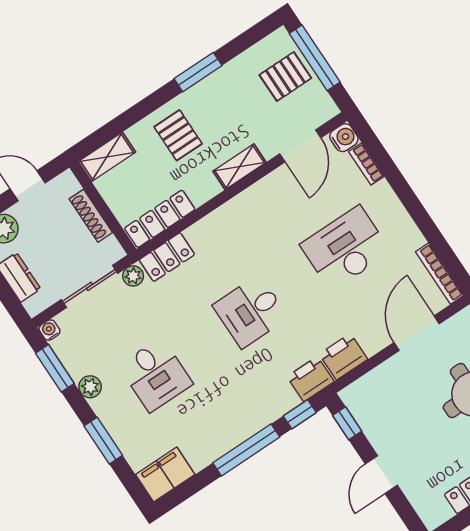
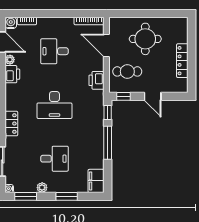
desk: (345, 248) -> (54, 51), width x0.73
plant: (133, 276) -> (10, 60), moved
desk: (250, 312) -> (54, 105), width x1.37
printer: (311, 379) -> (12, 74), moved, turned 180
cafe table: (395, 401) -> (127, 71), added

